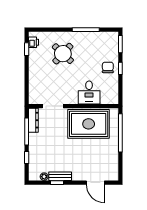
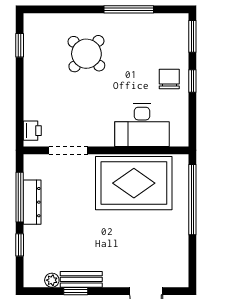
printer: (33, 42) -> (32, 131), moved
desk: (89, 92) -> (142, 125), width x1.37
dresser: (33, 120) -> (32, 202), moved

